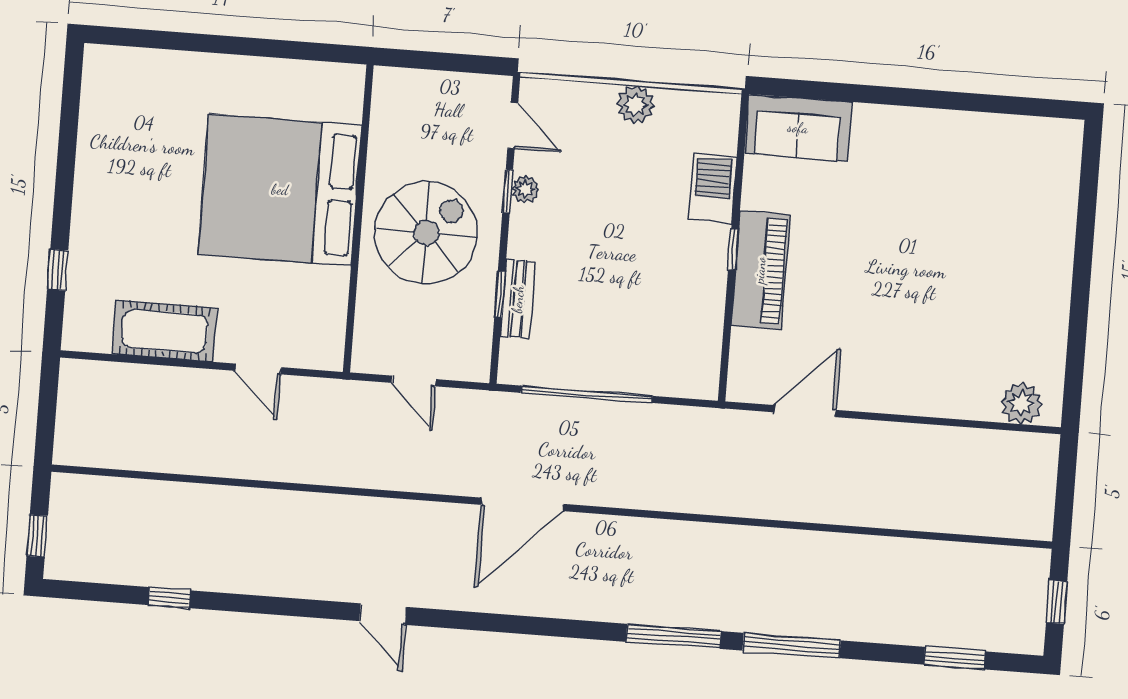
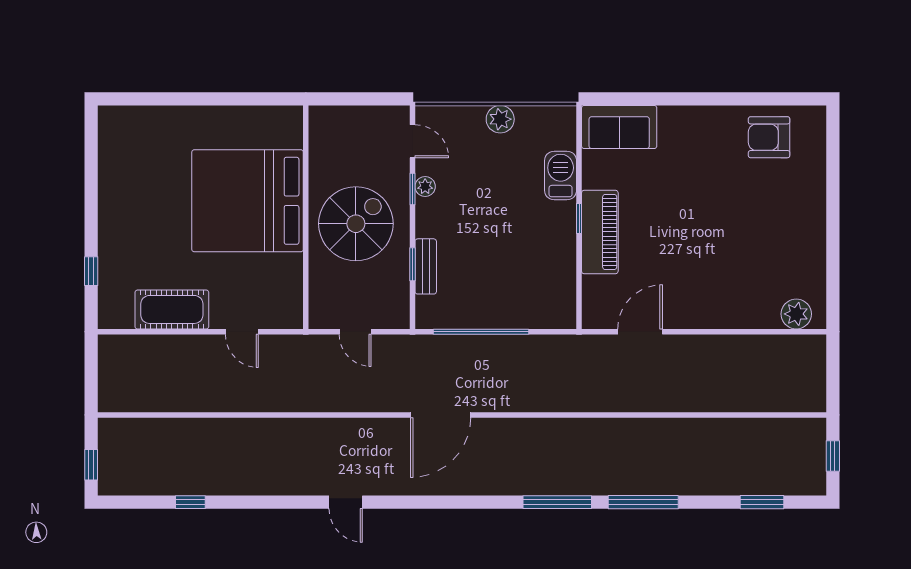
armchair: (1003, 158) -> (769, 137), added

